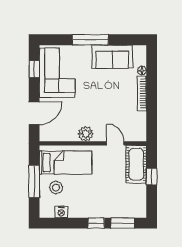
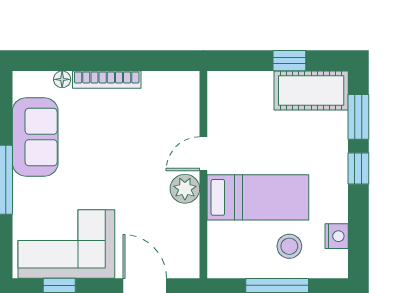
door: (115, 143) -> (203, 154), moved
bed: (66, 163) -> (258, 197), moved, turned 90
cot: (136, 164) -> (311, 90), moved
window: (152, 176) -> (289, 61), moved

